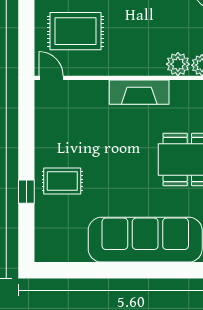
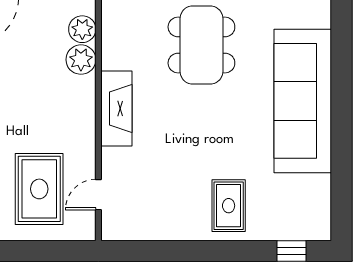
door: (51, 78) -> (98, 195), moved
window: (26, 192) -> (291, 251), moved

